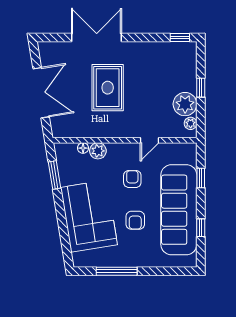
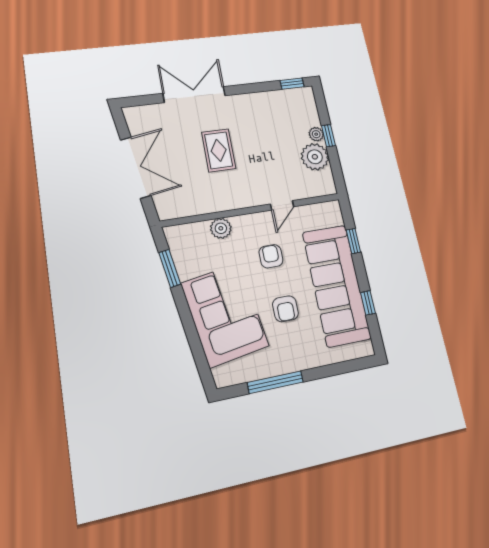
rug: (108, 88) -> (219, 150), width x0.73, depth x0.70
plant: (191, 123) -> (316, 134), moved
floor lamp: (83, 148) -> (201, 228), removed

